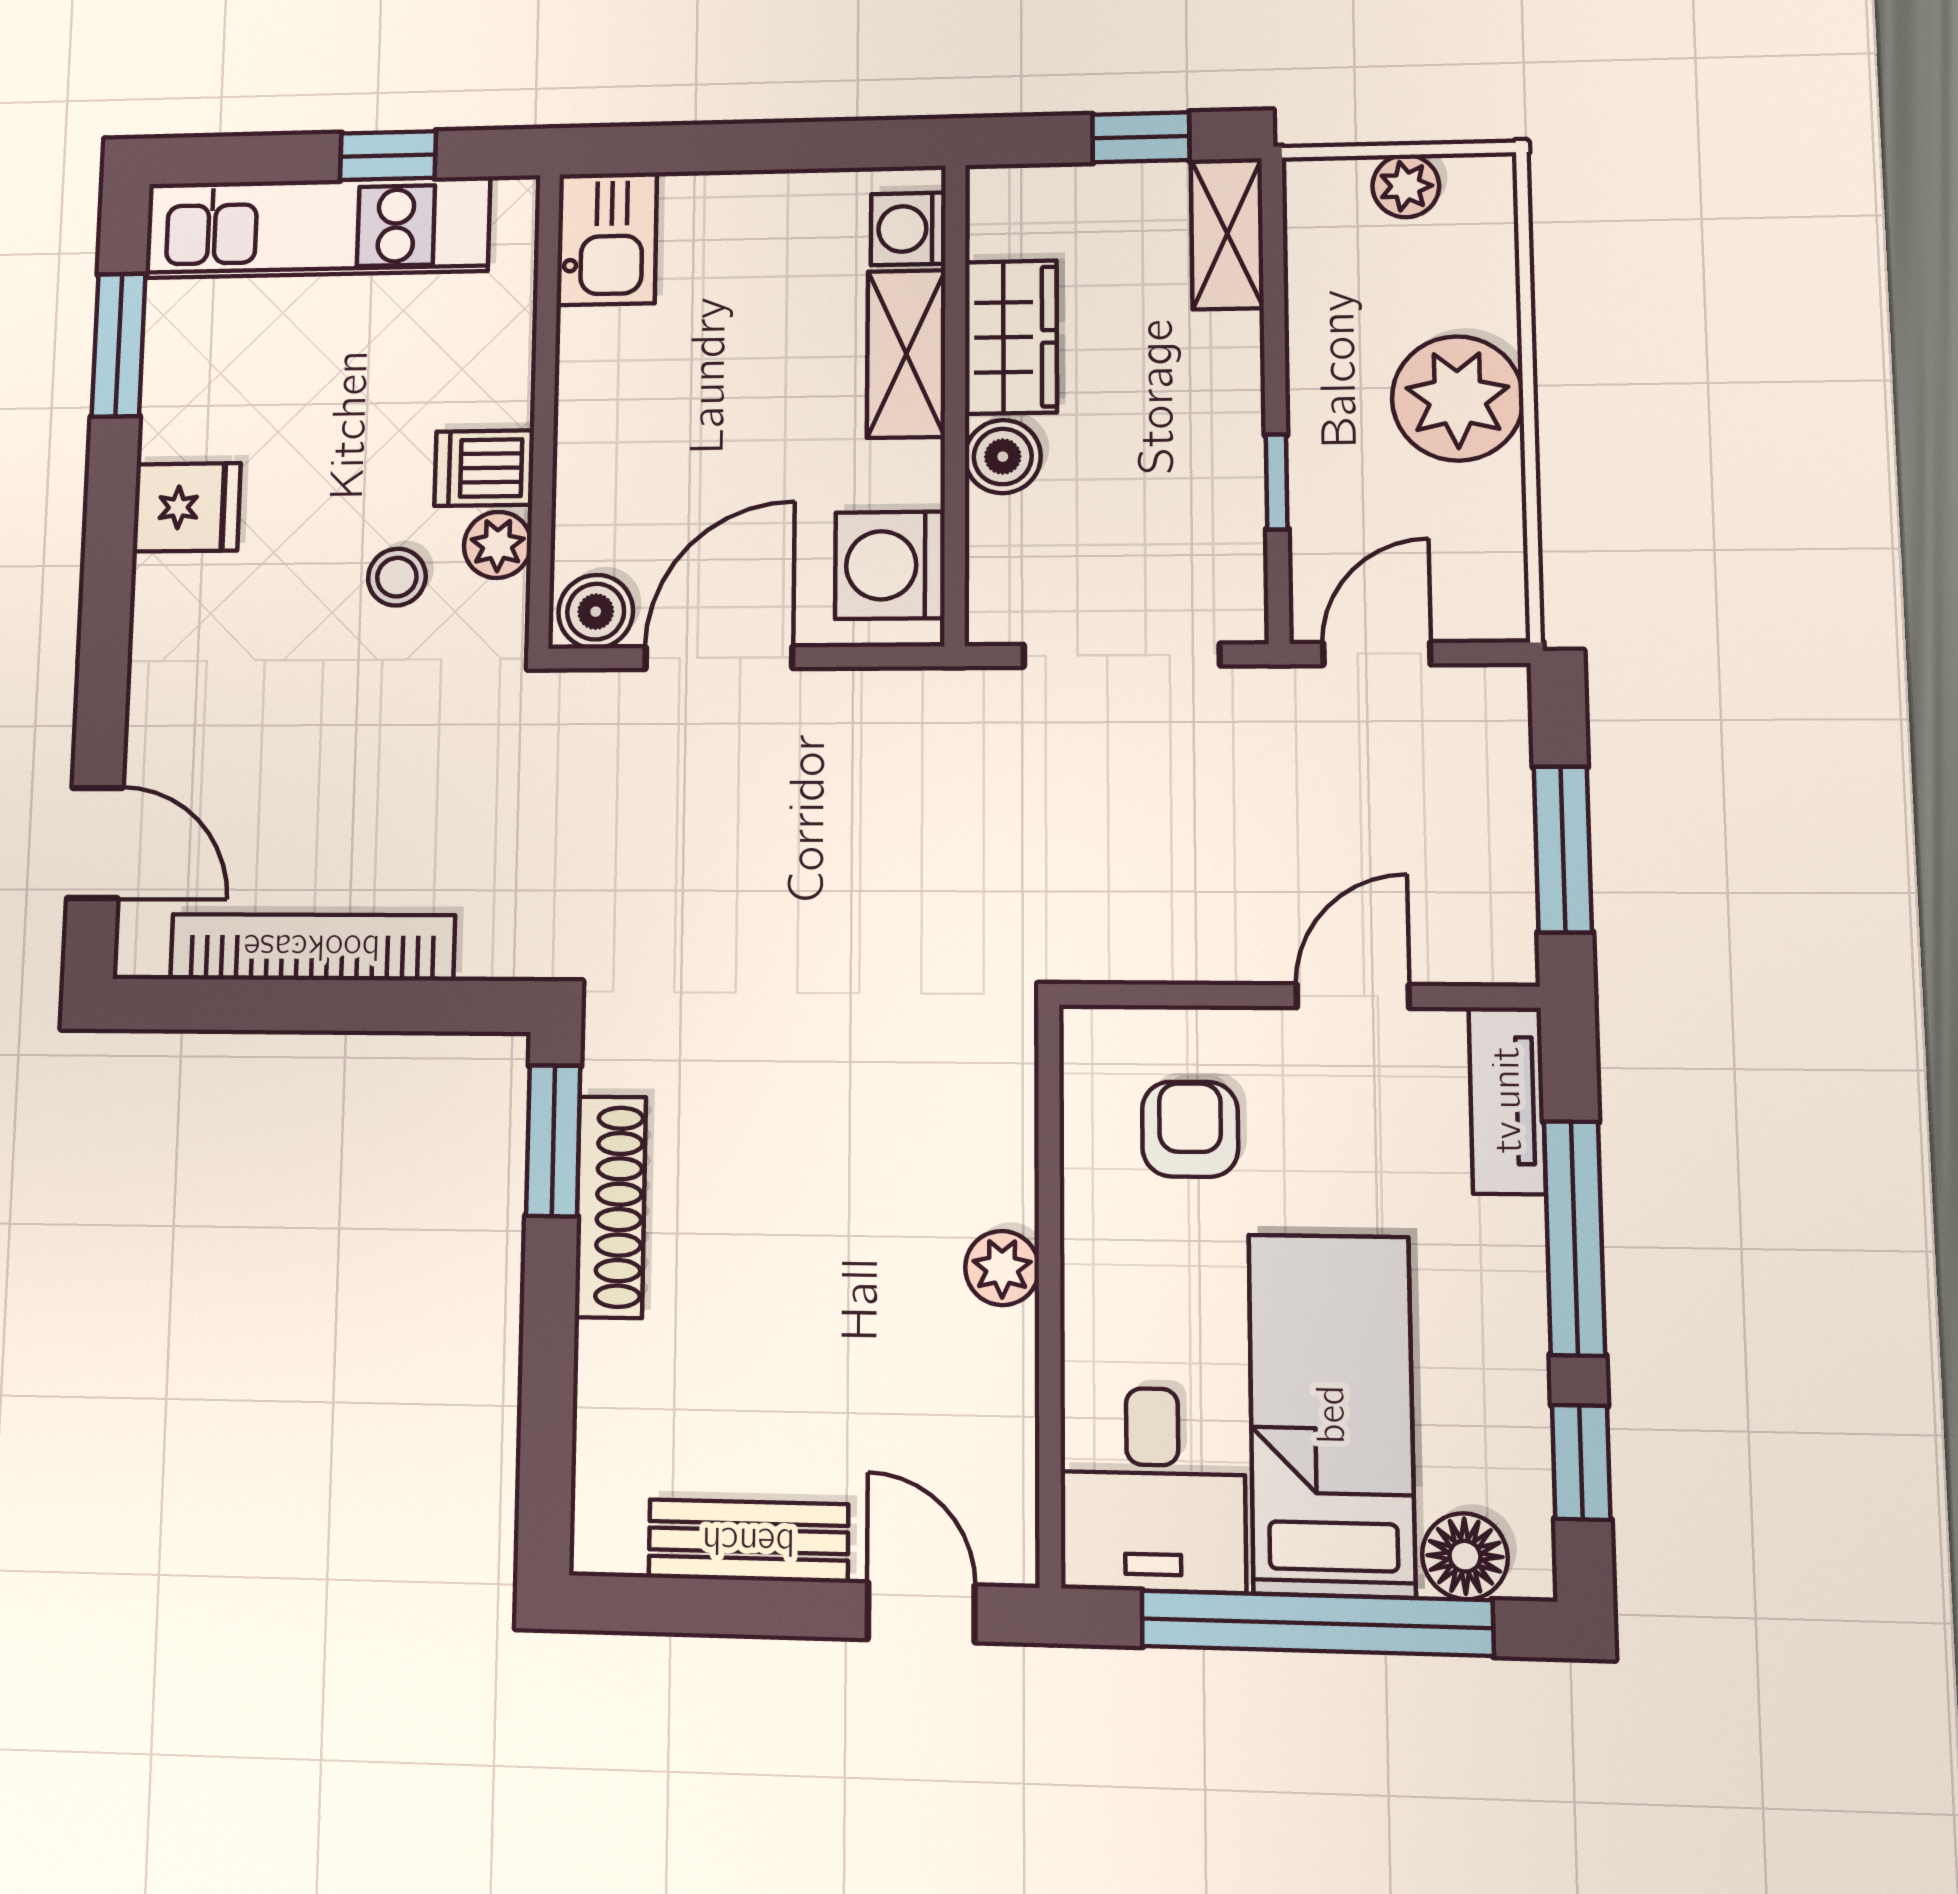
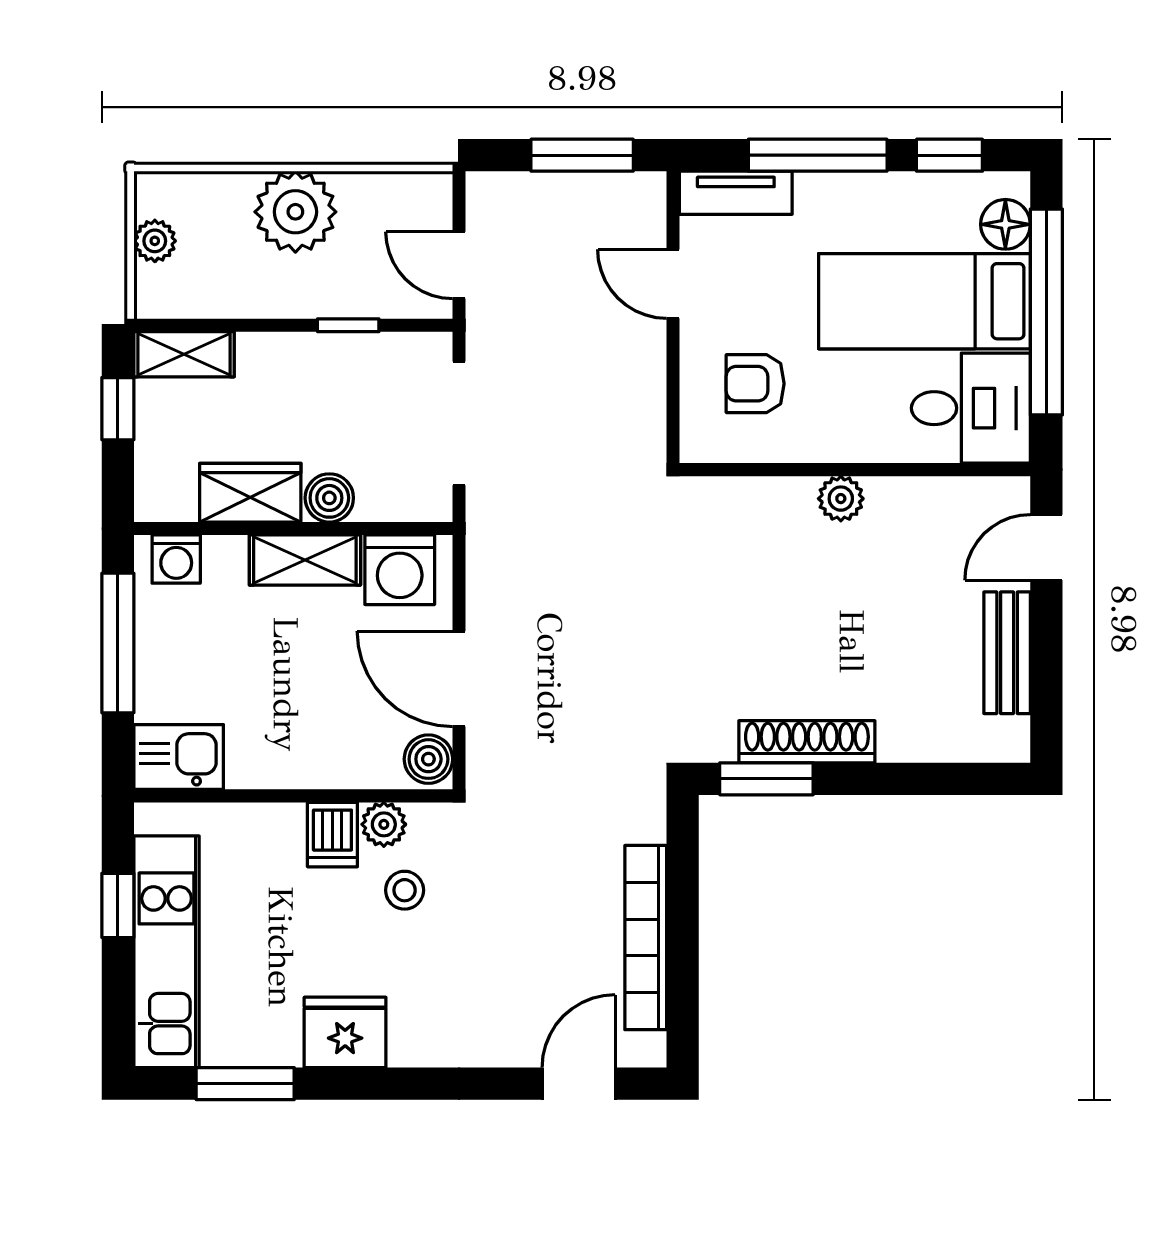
window: (781, 146) -> (118, 643), added
shelving: (906, 354) -> (305, 560), moved
fridge: (187, 507) -> (345, 1032), width x1.38

